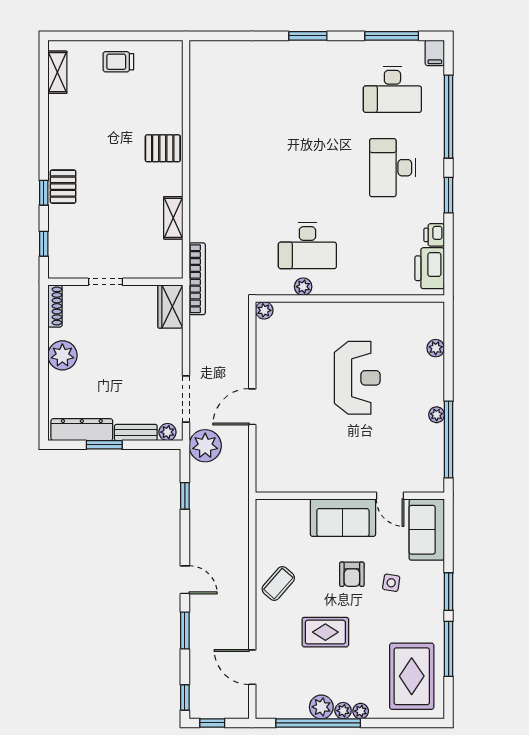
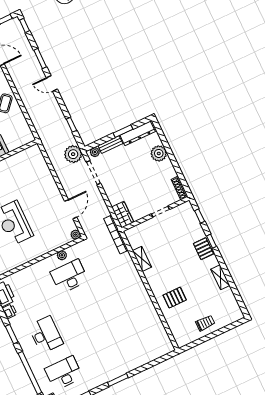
shelving: (57, 72) -> (220, 277), moved
pallet: (163, 148) -> (175, 298), moved
plant: (62, 355) -> (159, 153), moved
door: (252, 407) -> (71, 209), moved

